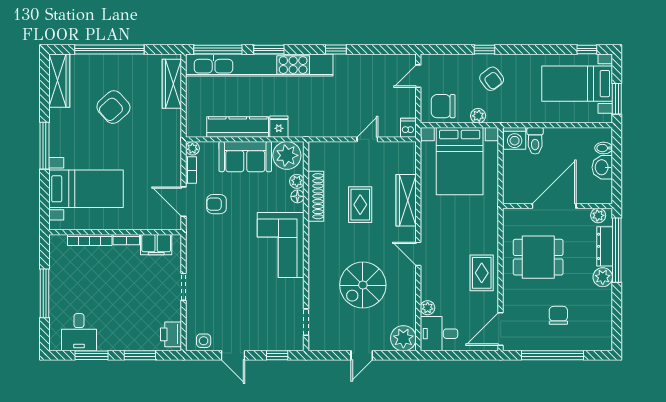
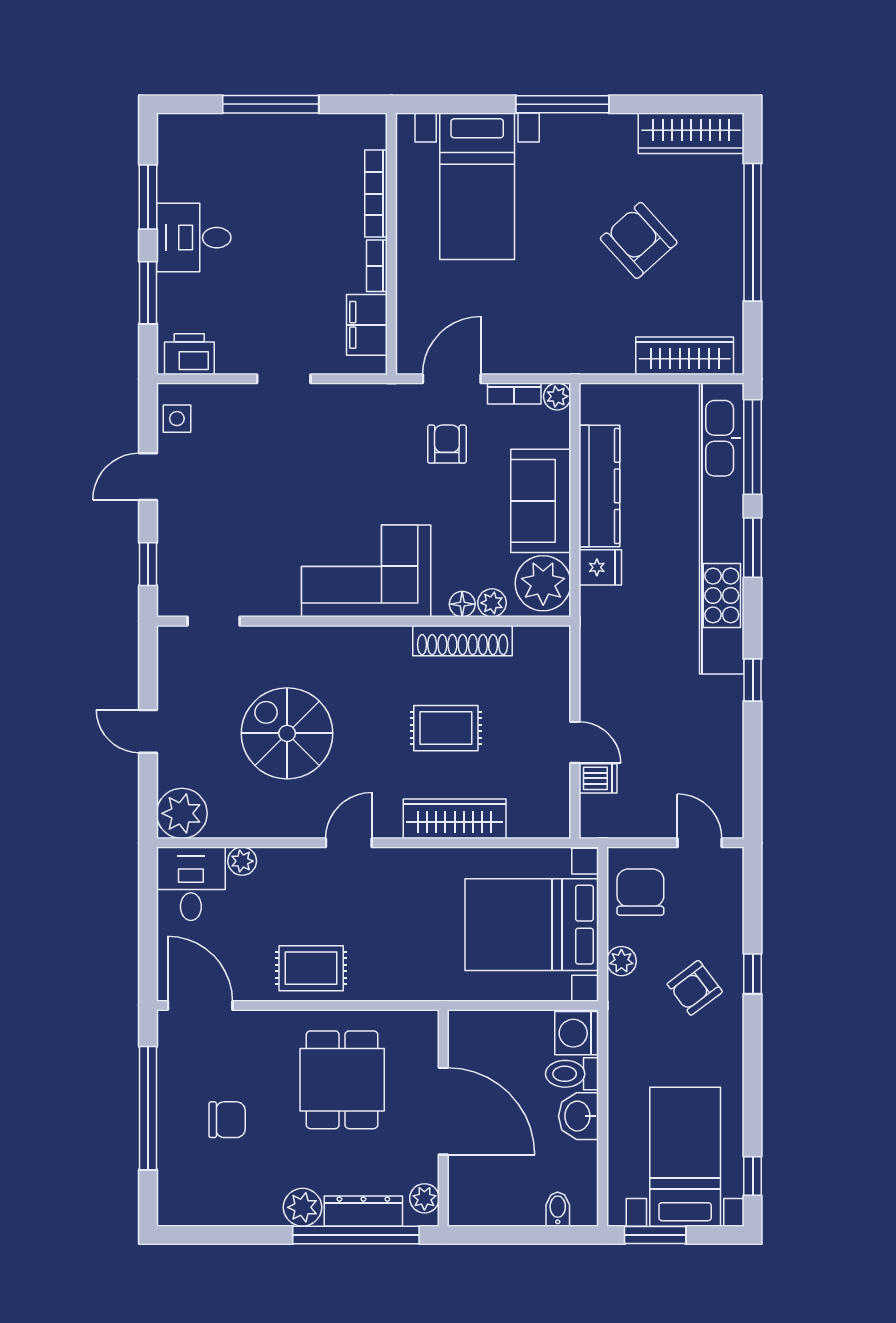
dishwasher: (408, 128) -> (598, 778), moved
washbasin: (602, 167) -> (579, 1116), moved, turned -90
desk: (79, 332) -> (194, 238), moved

